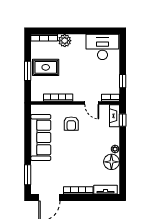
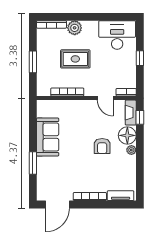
rug: (46, 67) -> (75, 59), moved
window: (123, 81) -> (140, 58), moved
armchair: (71, 124) -> (102, 146), moved
sofa: (41, 138) -> (48, 137), width x0.73
floor lamp: (111, 162) -> (127, 135), moved
window: (28, 175) -> (33, 163), moved

